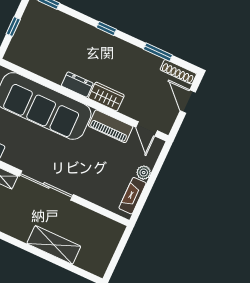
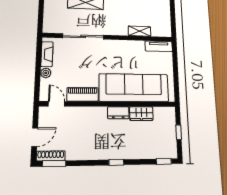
window: (158, 52) -> (54, 164), moved
wardrobe: (106, 97) -> (141, 114), moved
door: (188, 101) -> (35, 137), hinge flipped
sliding door: (46, 185) -> (83, 36), moved

